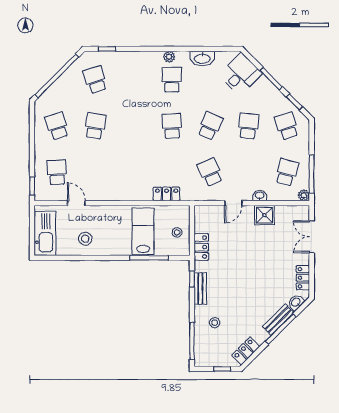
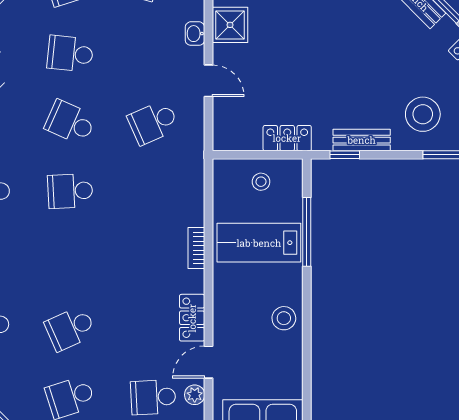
school desk: (95, 126) -> (70, 328), turned -33
locker: (167, 194) -> (192, 318), moved
plant: (58, 195) -> (195, 395), added
bookcase: (140, 196) -> (196, 248), added
stool: (85, 239) -> (284, 318), moved
stool: (215, 323) -> (423, 114), width x1.89, depth x1.89

